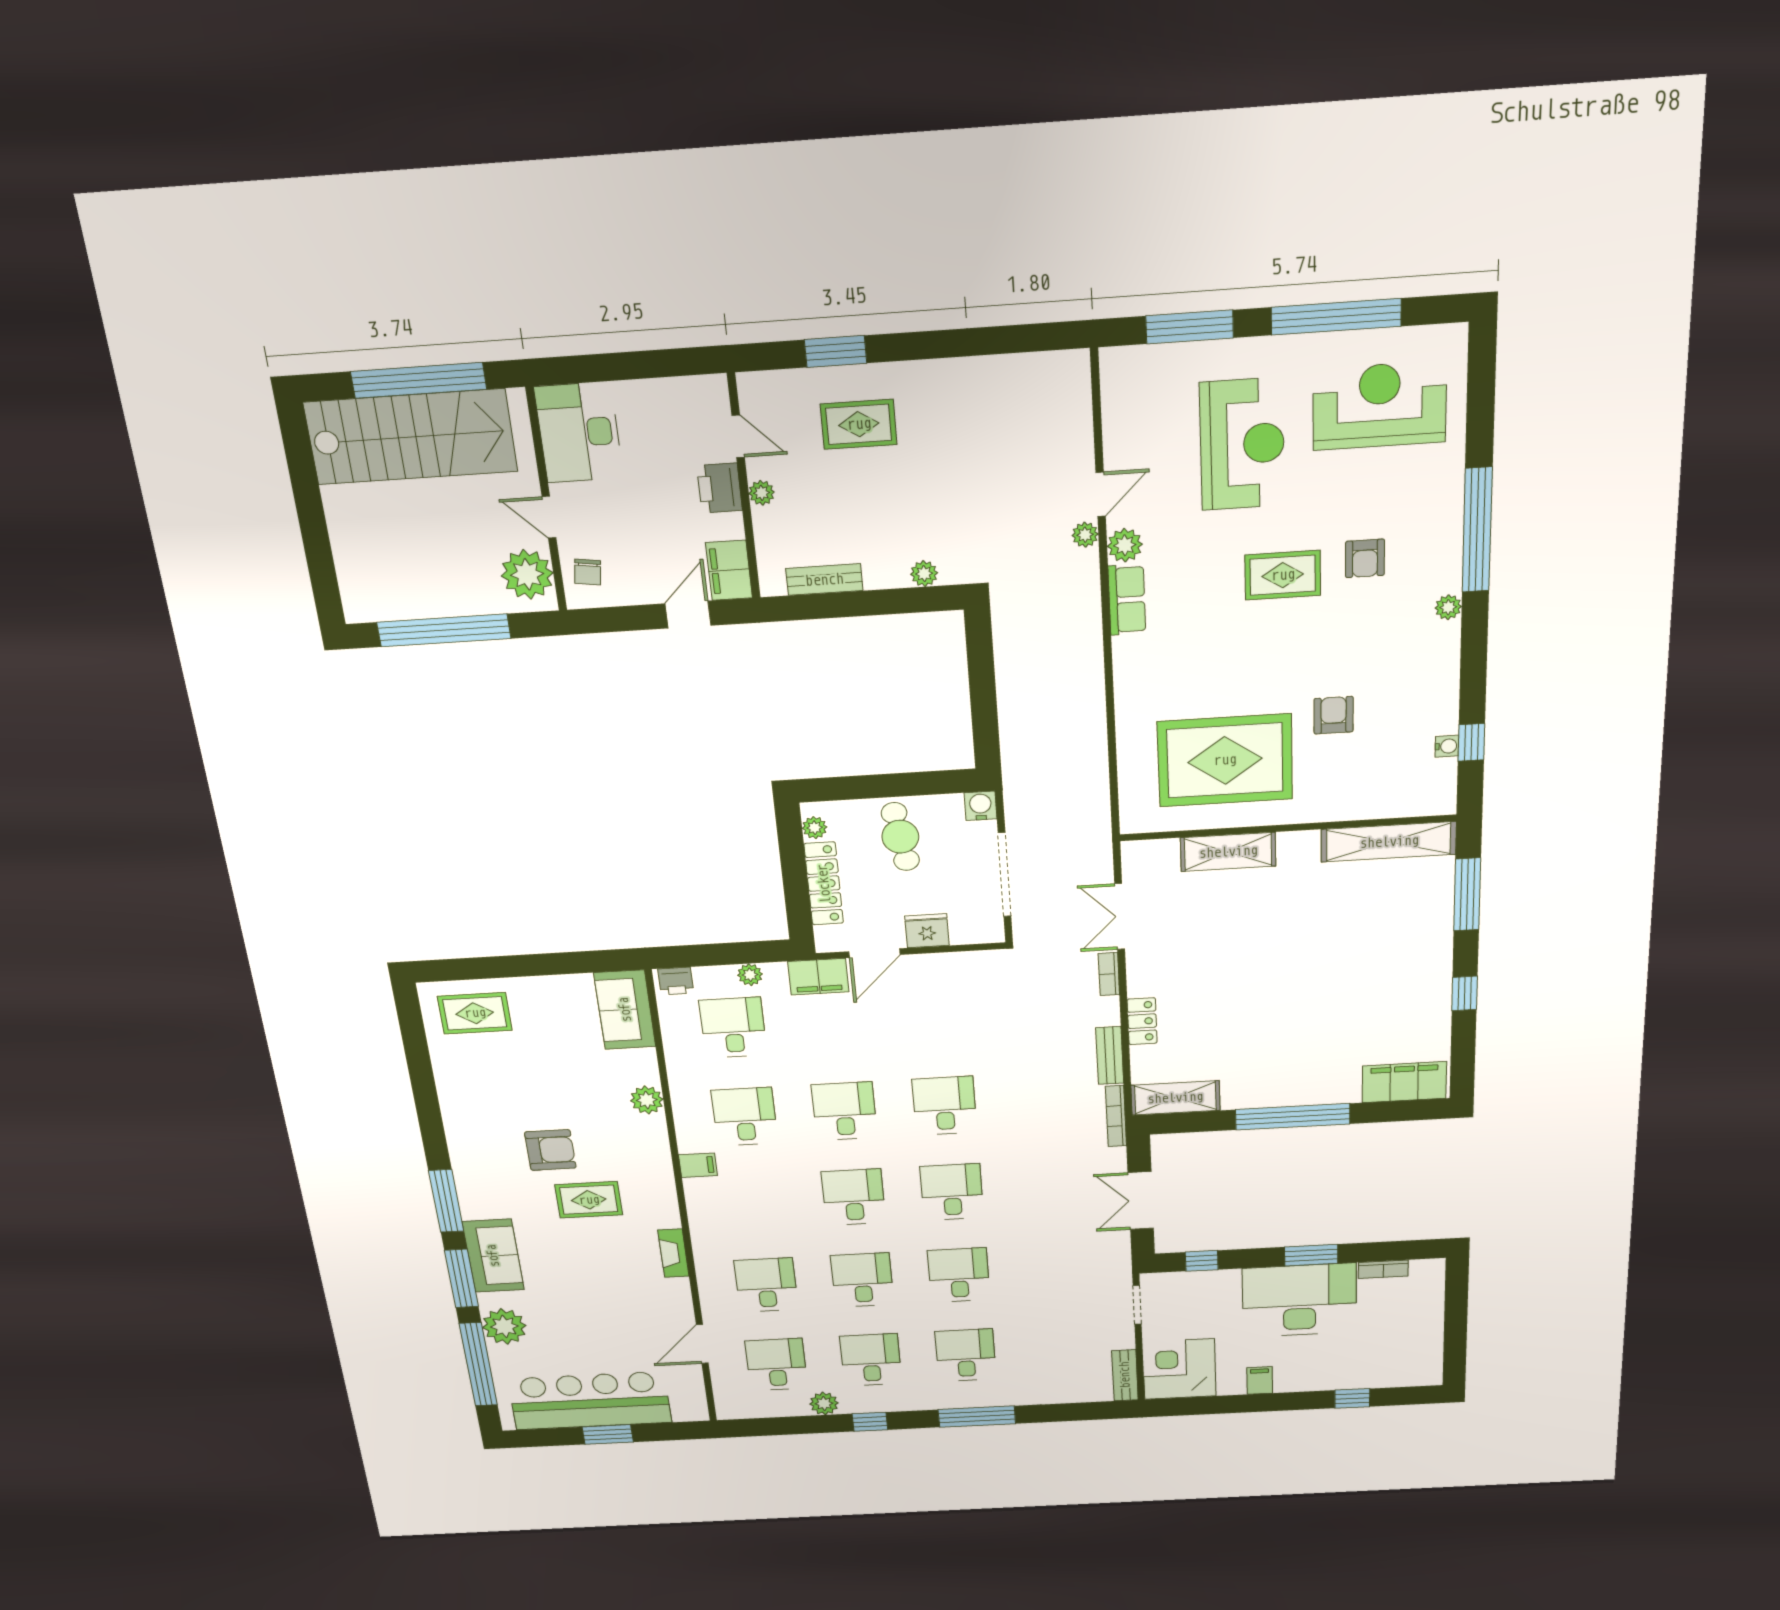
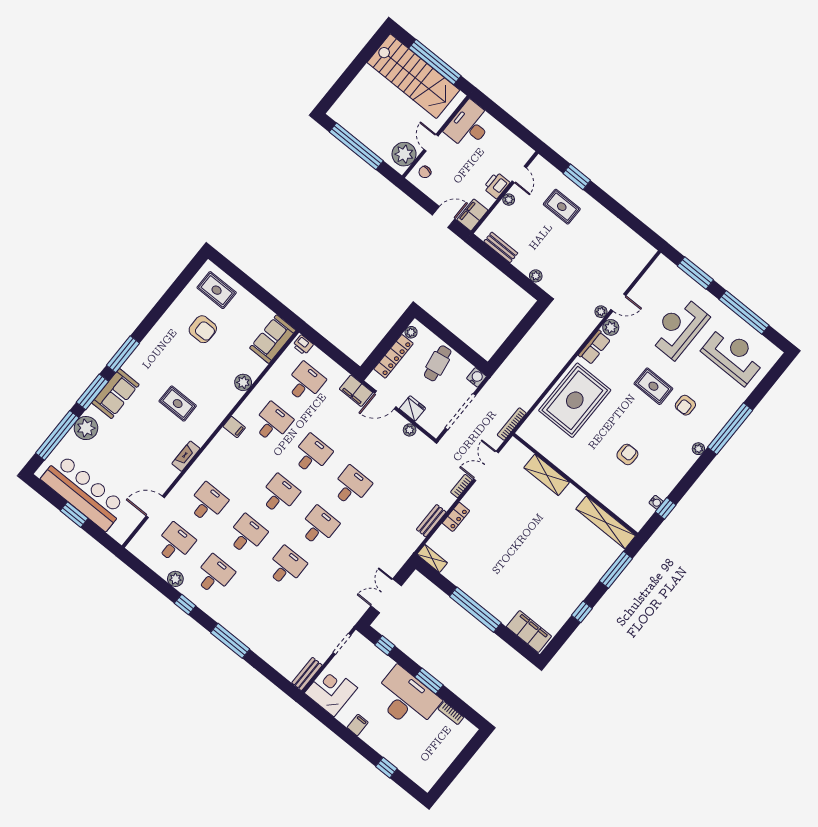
reception desk: (1242, 444) -> (679, 328), turned 180
rug: (1225, 760) -> (575, 400), moved, turned 90
plant: (750, 975) -> (410, 430), moved
shelving: (1175, 1098) -> (432, 559), width x0.67, depth x0.75
bookcase: (1116, 1116) -> (512, 424), moved
armchair: (550, 1150) -> (203, 329), moved
desk: (966, 1355) -> (253, 607), removed

